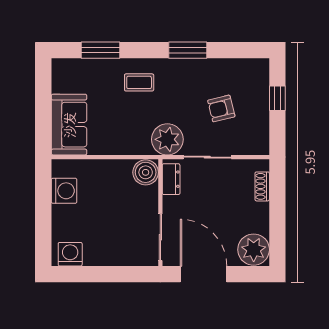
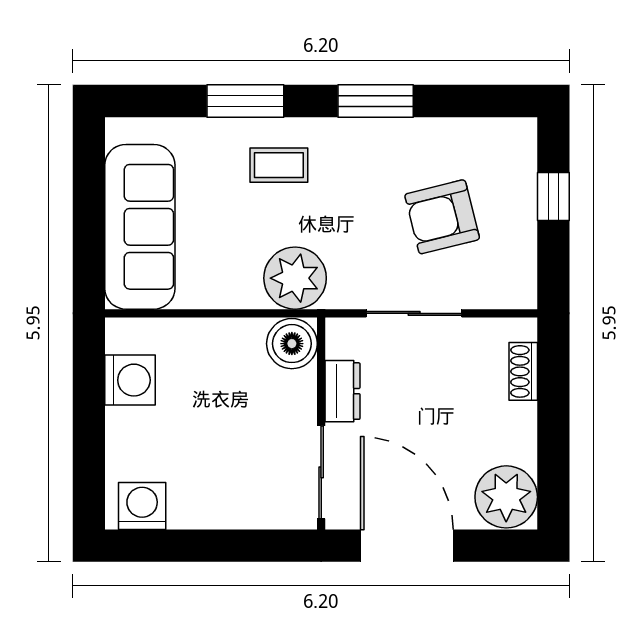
window: (101, 50) -> (245, 101), moved
armchair: (221, 108) -> (442, 217), width x1.38, depth x1.38
sofa: (69, 125) -> (140, 227), width x1.36
plant: (167, 139) -> (295, 278), moved
dresser: (171, 179) -> (342, 391), moved

